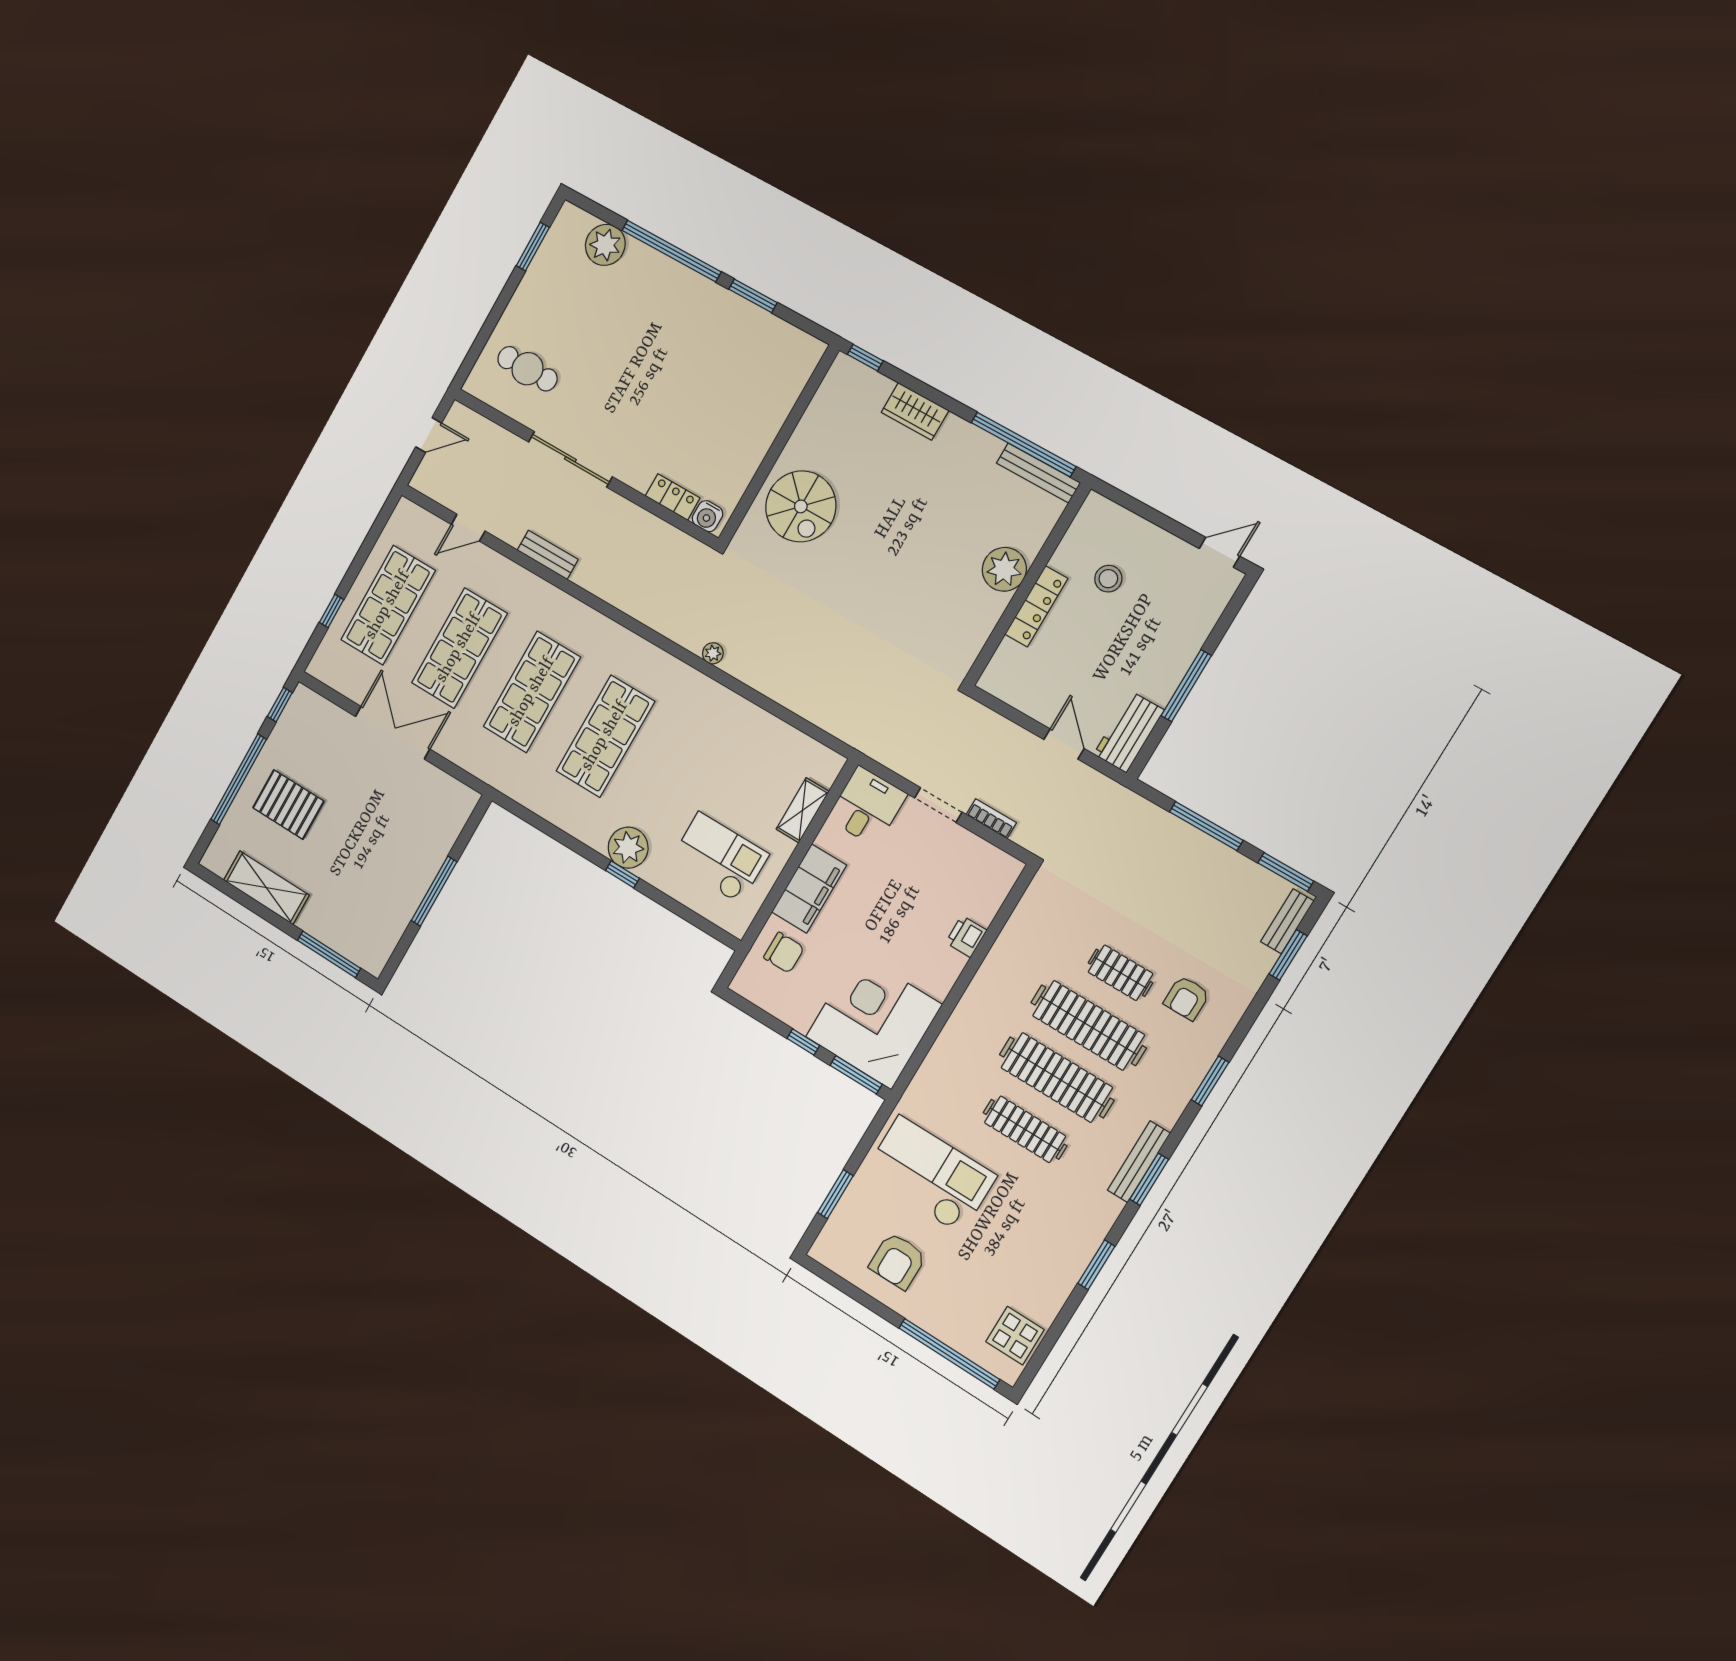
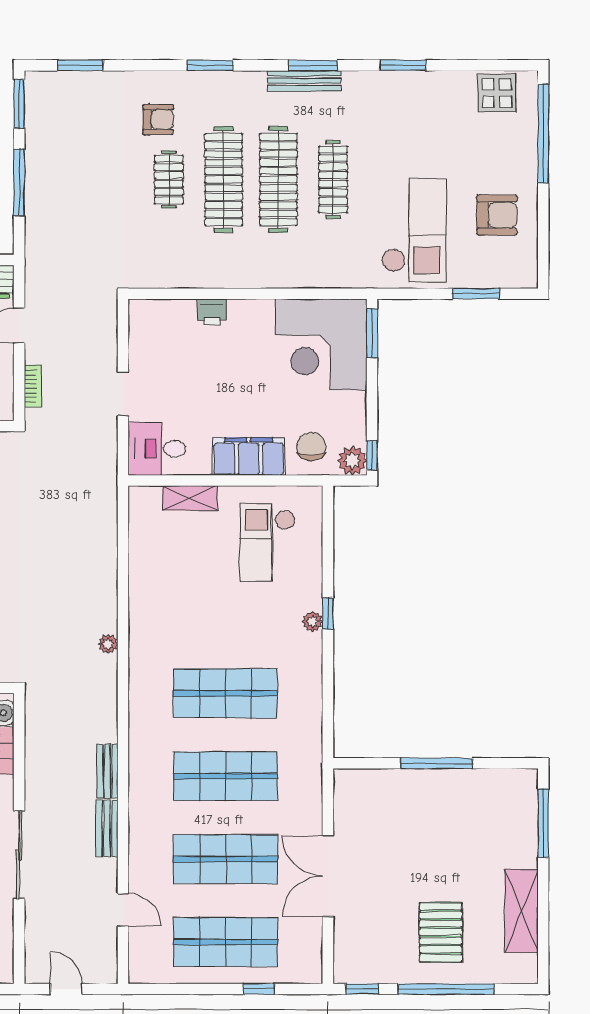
bookcase: (991, 819) -> (33, 386), moved, turned 180
plant: (628, 848) -> (313, 622), width x0.53, depth x0.53
bench: (1287, 921) -> (107, 771), moved, turned 90
plant: (748, 983) -> (352, 461), added
window: (803, 1042) -> (372, 455), moved
checkout: (930, 1175) -> (414, 230), turned 180

